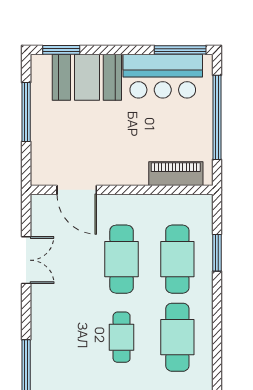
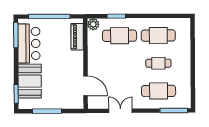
door: (77, 190) -> (86, 86), hinge flipped
plant: (201, 206) -> (93, 24), added
cafe table: (122, 259) -> (159, 91), moved

